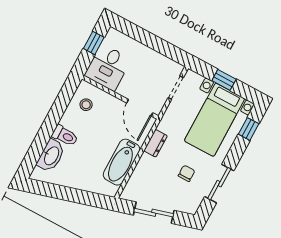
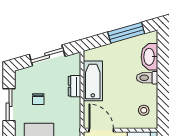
dresser: (156, 143) -> (75, 86), moved
window: (62, 193) -> (126, 33), added

